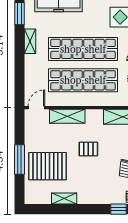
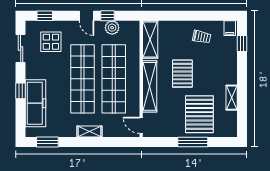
shelving: (30, 41) -> (90, 132), moved
shelving: (67, 116) -> (150, 86), width x1.47
pallet: (88, 149) -> (182, 74), width x1.50, depth x1.42

